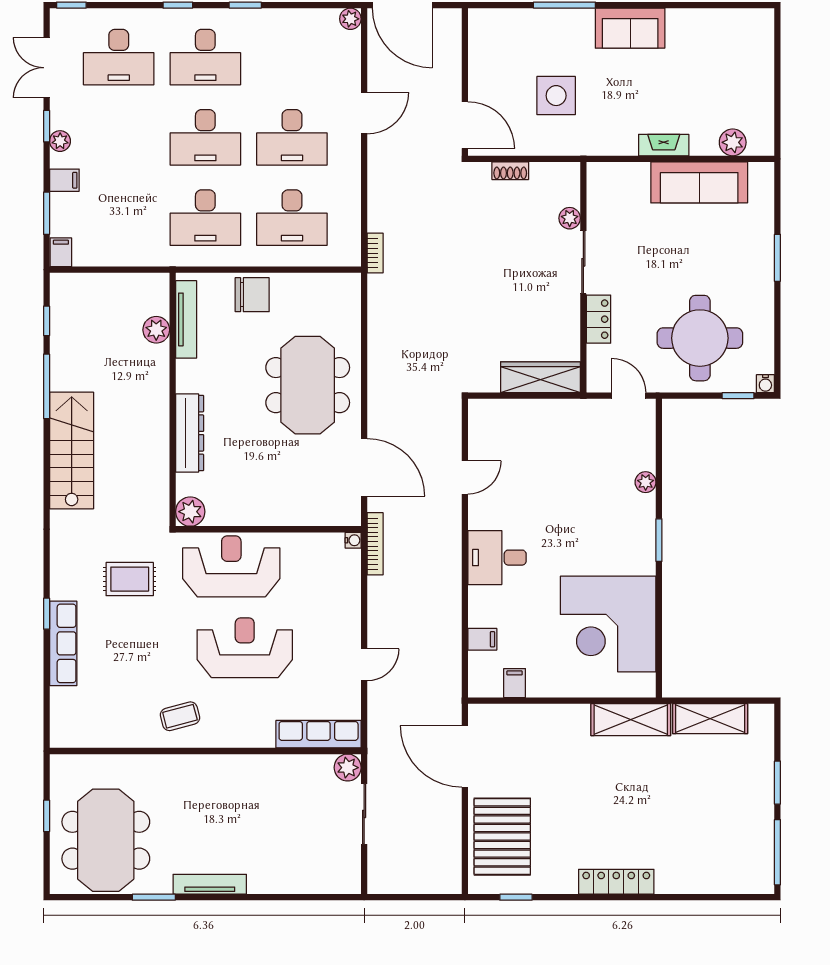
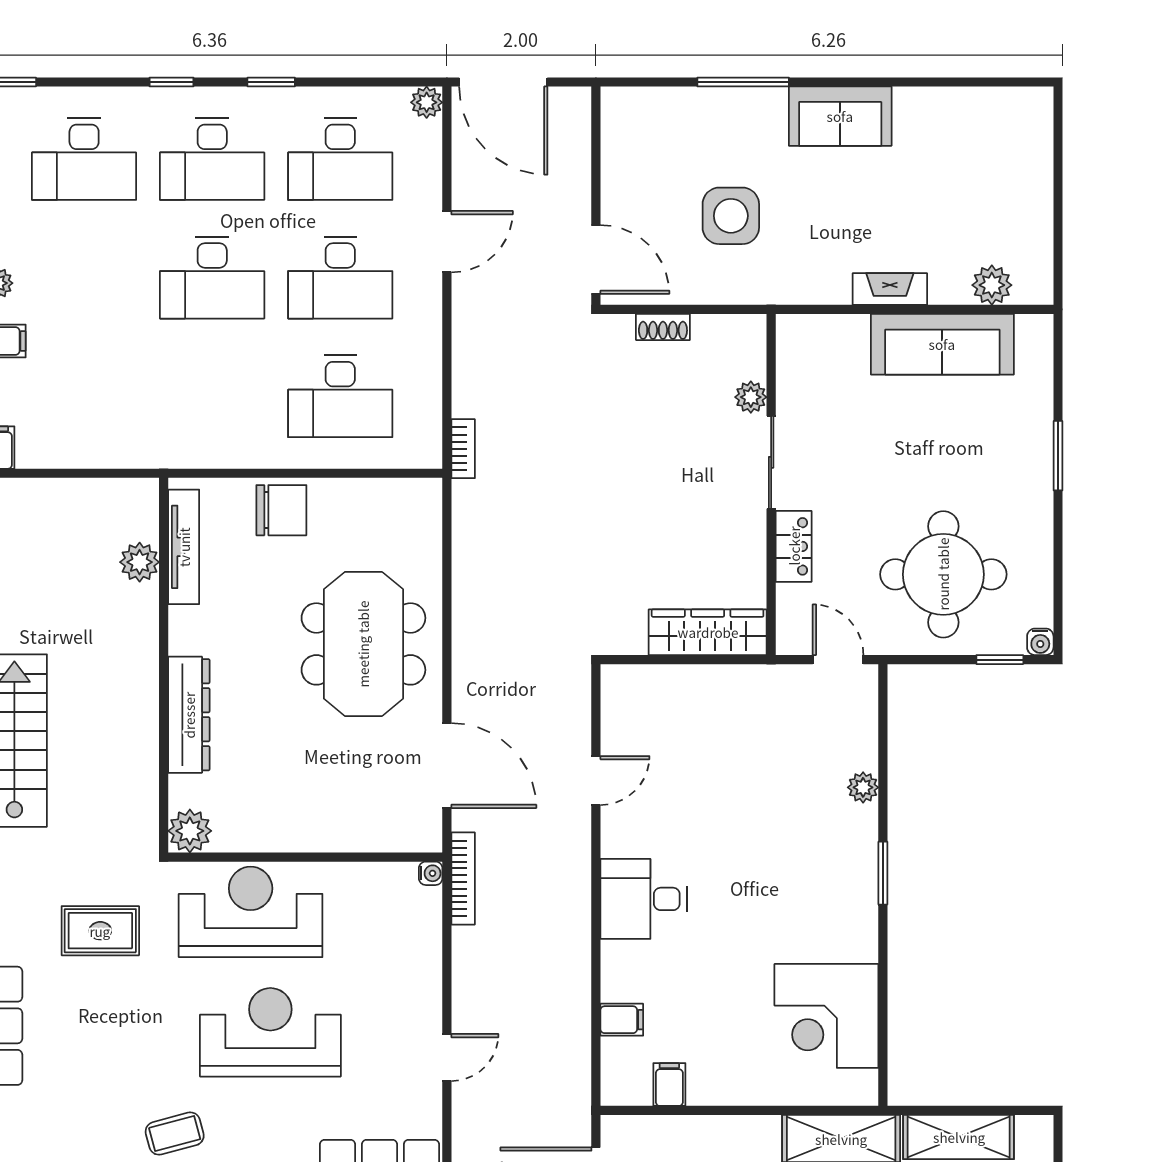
desk: (205, 218) -> (340, 159), moved
corner desk: (608, 624) -> (826, 1016), width x0.74, depth x0.74

